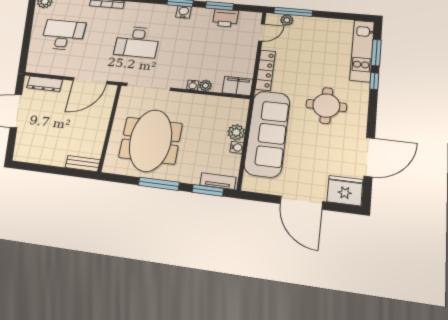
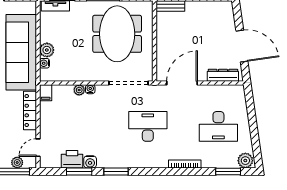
water cooler: (184, 12) -> (90, 162), moved
filing cabinet: (238, 86) -> (46, 93), width x0.50
water cooler: (237, 147) -> (44, 63), moved

